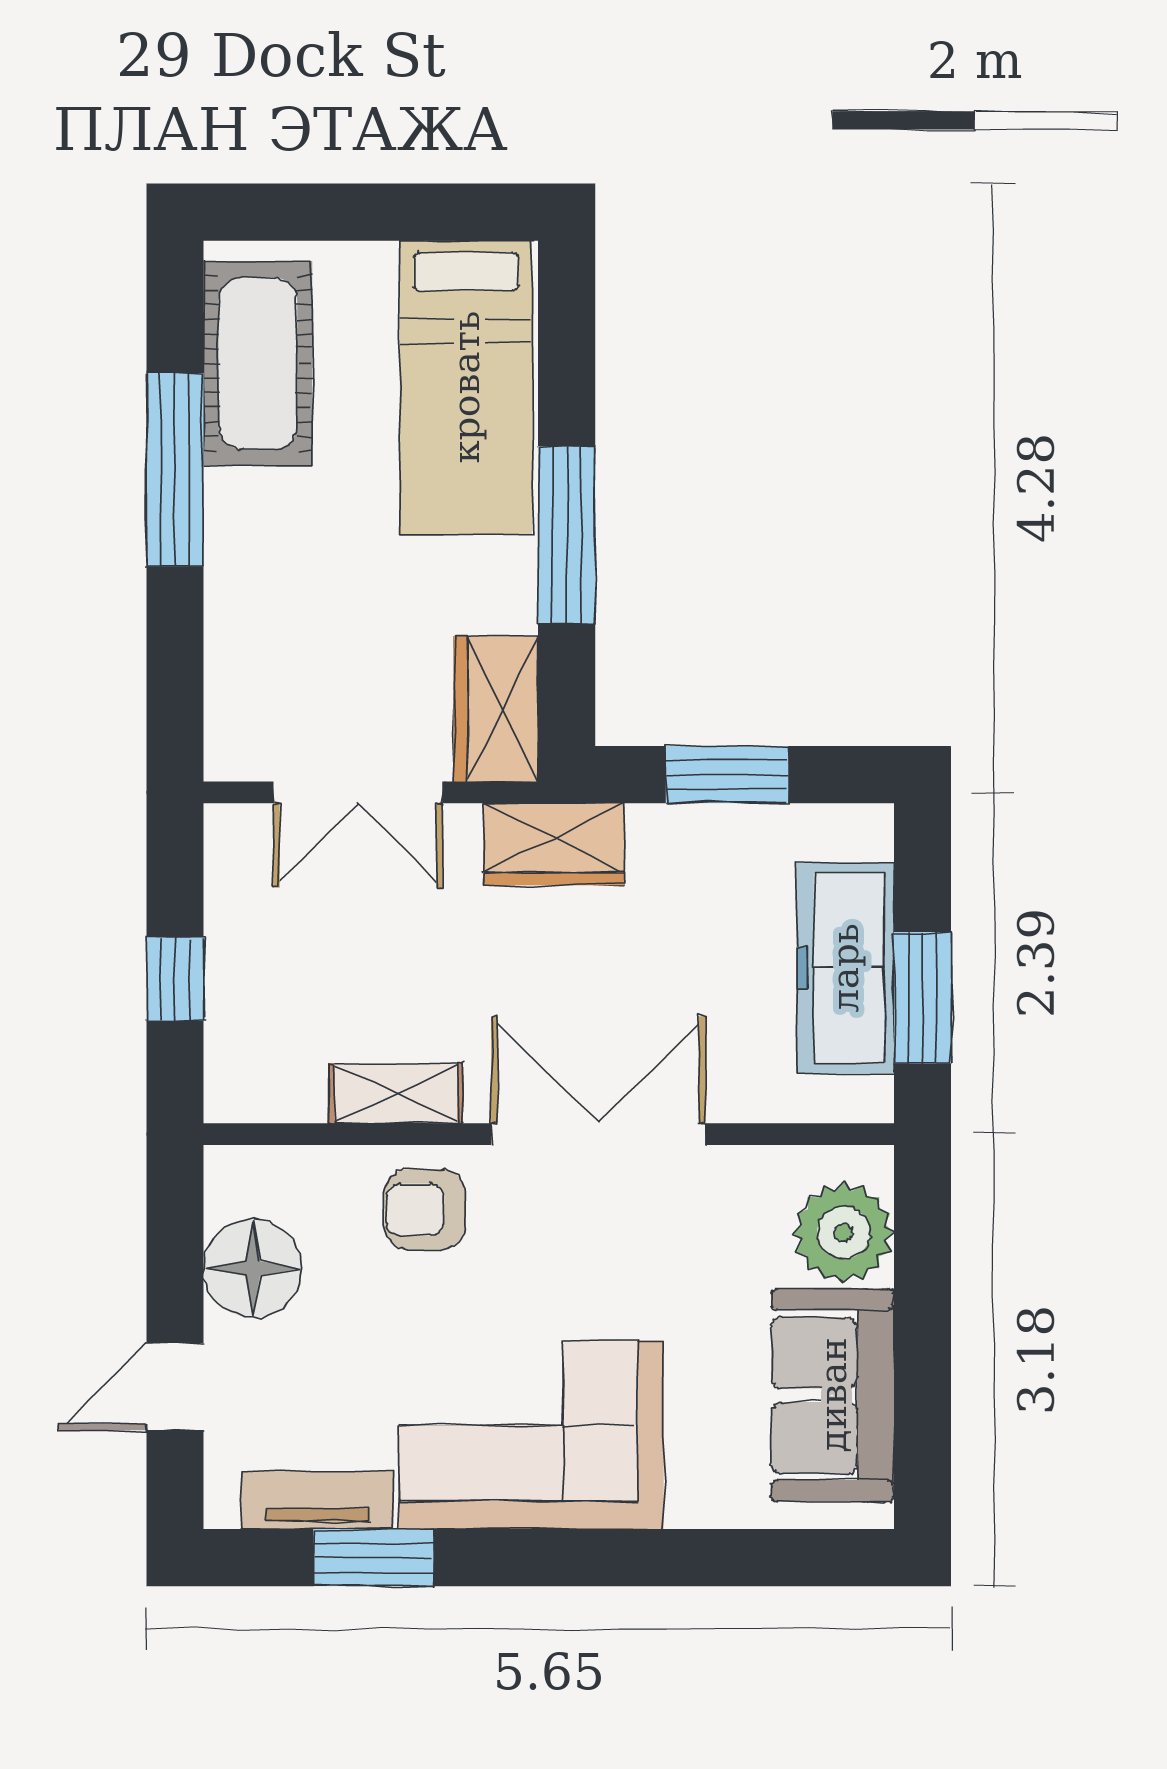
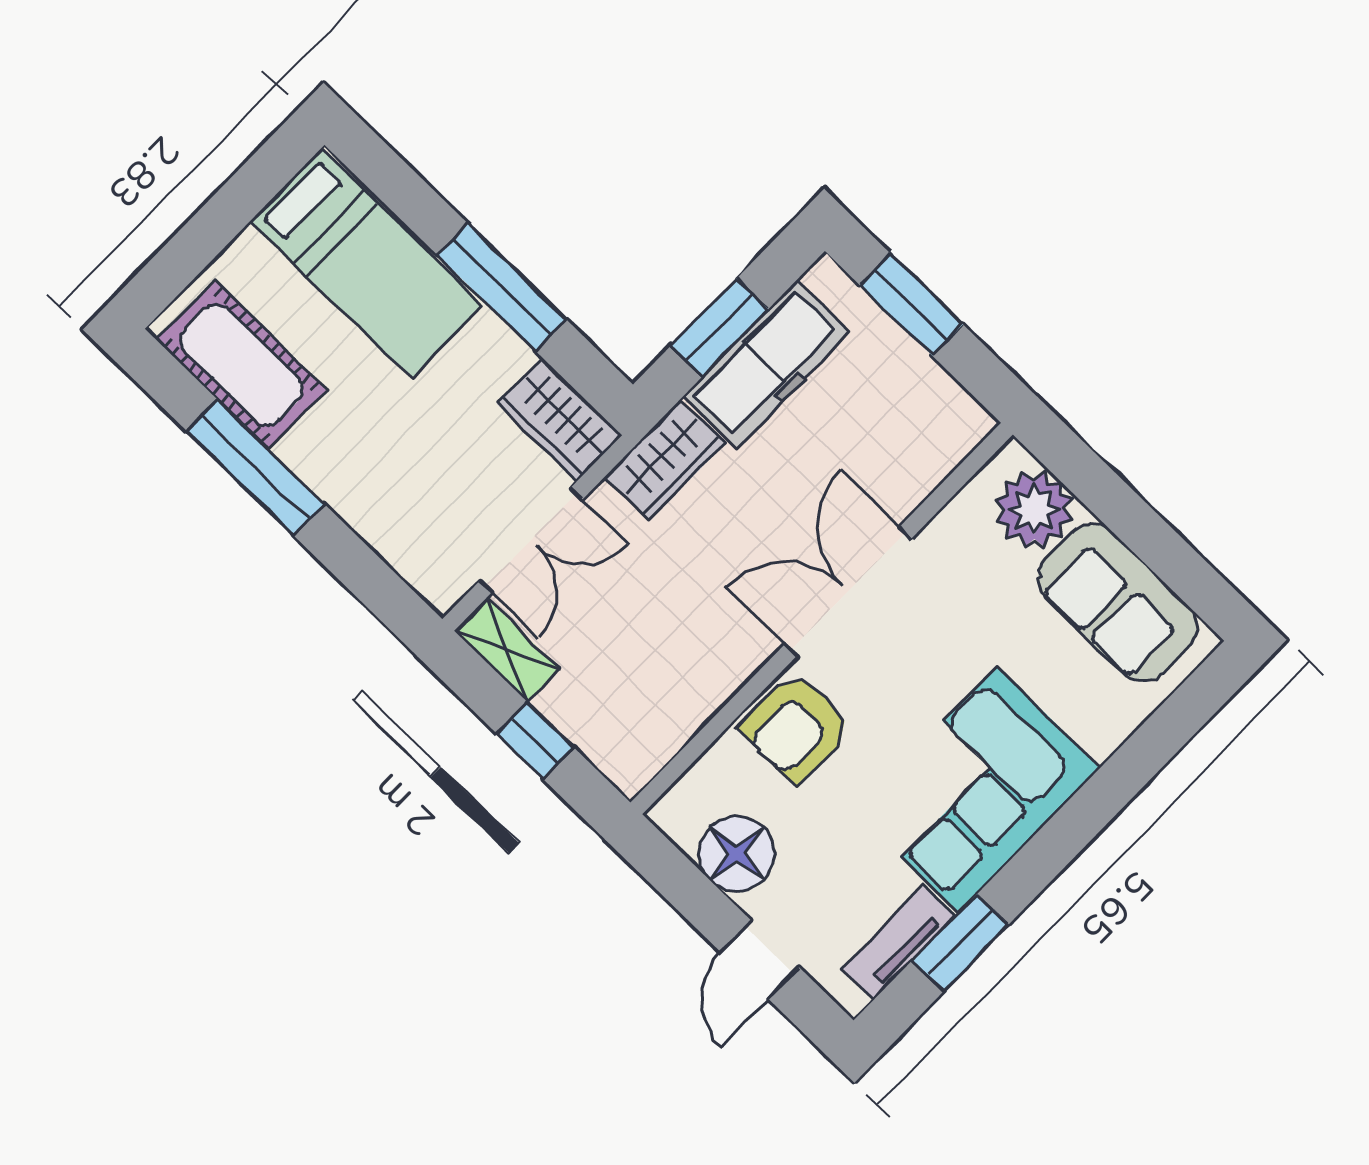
freezer: (845, 968) -> (767, 364), moved, turned -90
window: (923, 998) -> (912, 305), moved
shelving: (396, 1093) -> (507, 650), moved, turned 90
armchair: (425, 1210) -> (797, 727), width x1.38, depth x1.38

